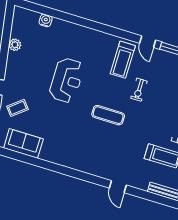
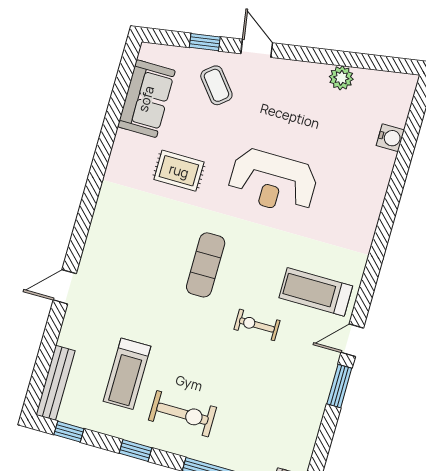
rug: (60, 128) -> (179, 171), added

